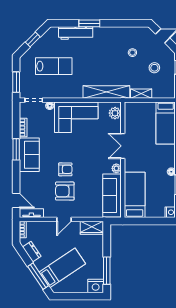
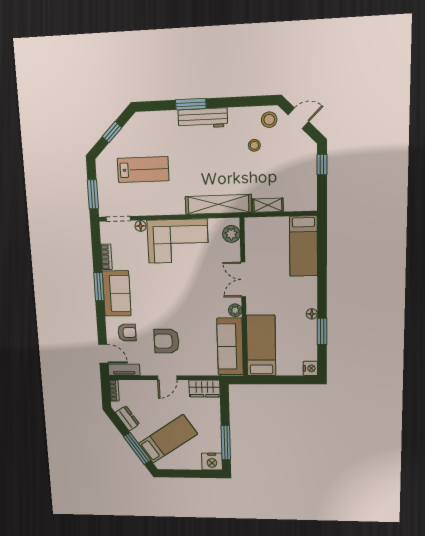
workbench: (76, 33) -> (203, 118), moved
stool: (154, 68) -> (269, 120), moved
armchair: (65, 169) -> (127, 332), moved

